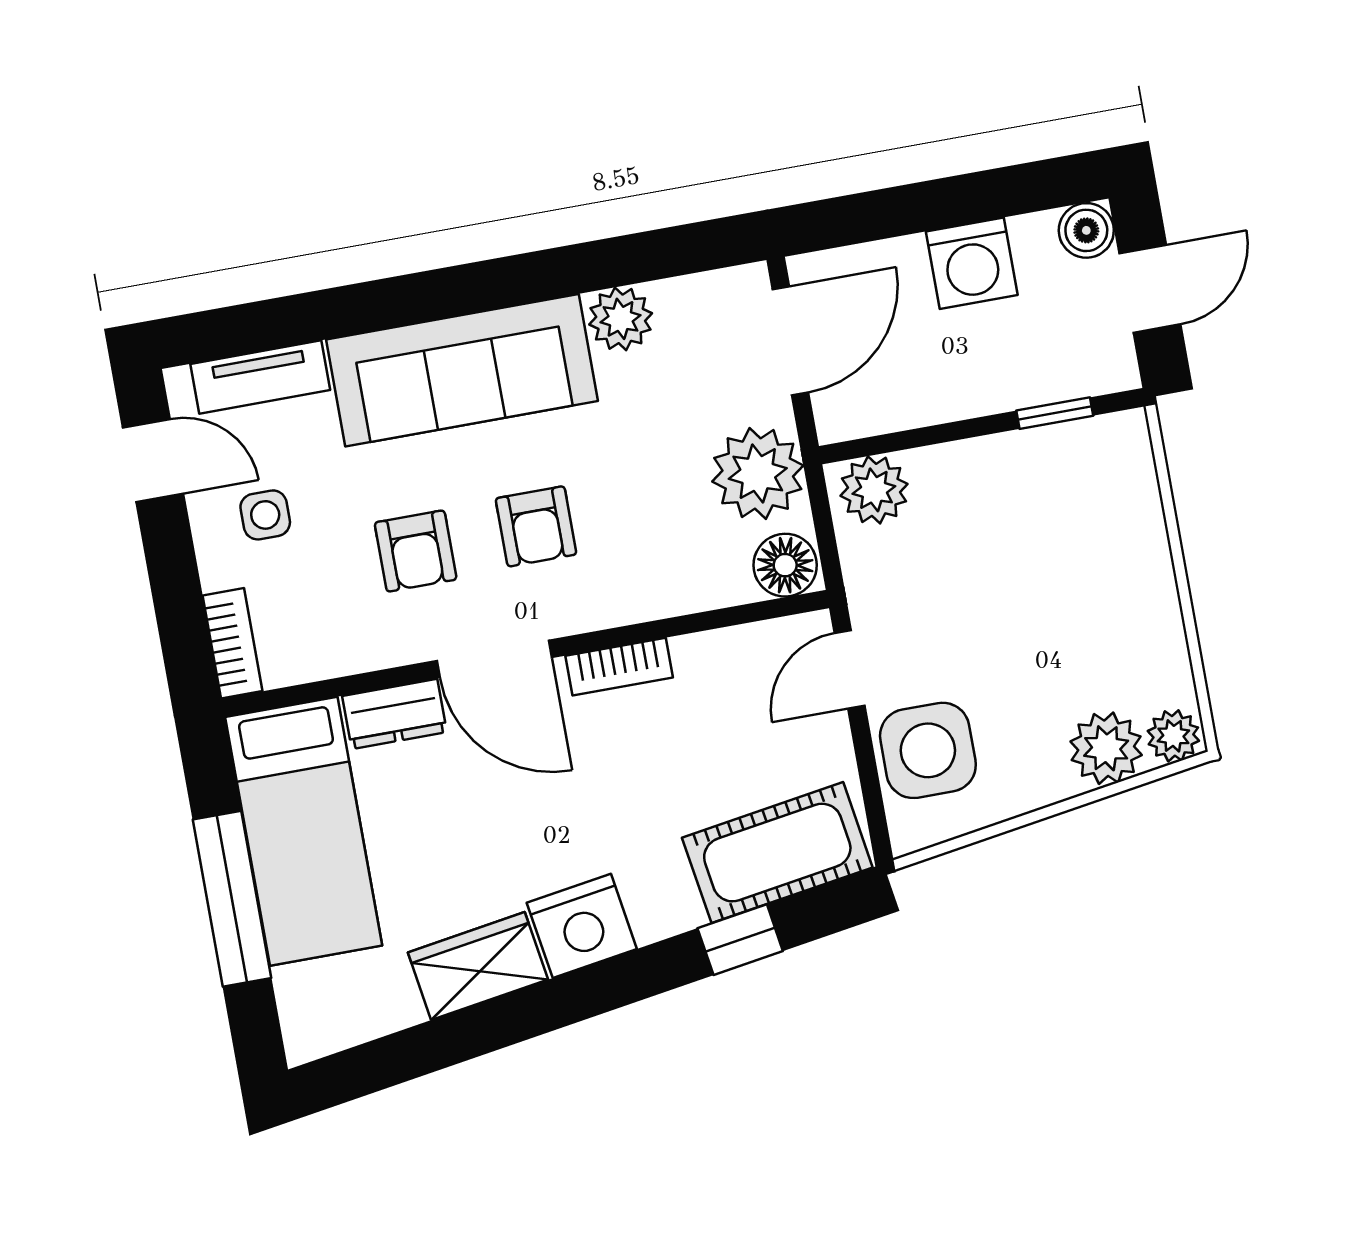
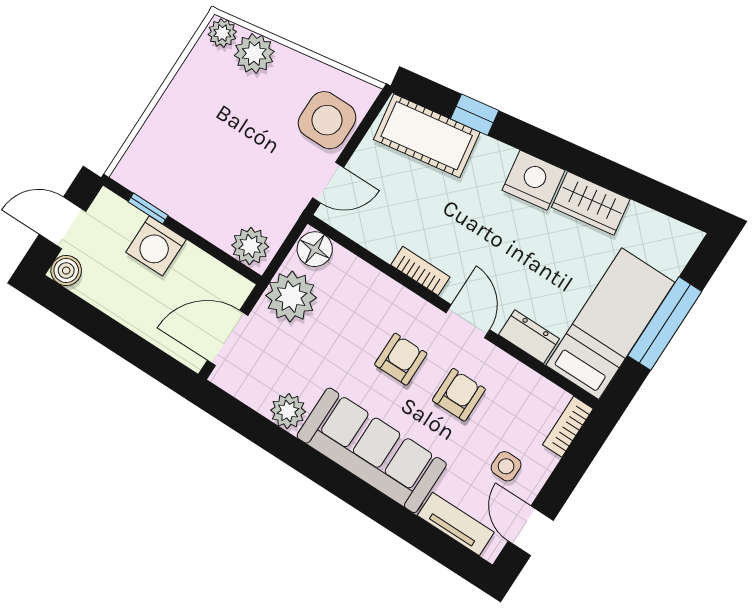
washing machine: (972, 263) -> (156, 246), moved, turned 180
door: (494, 659) -> (468, 321), width x0.73

